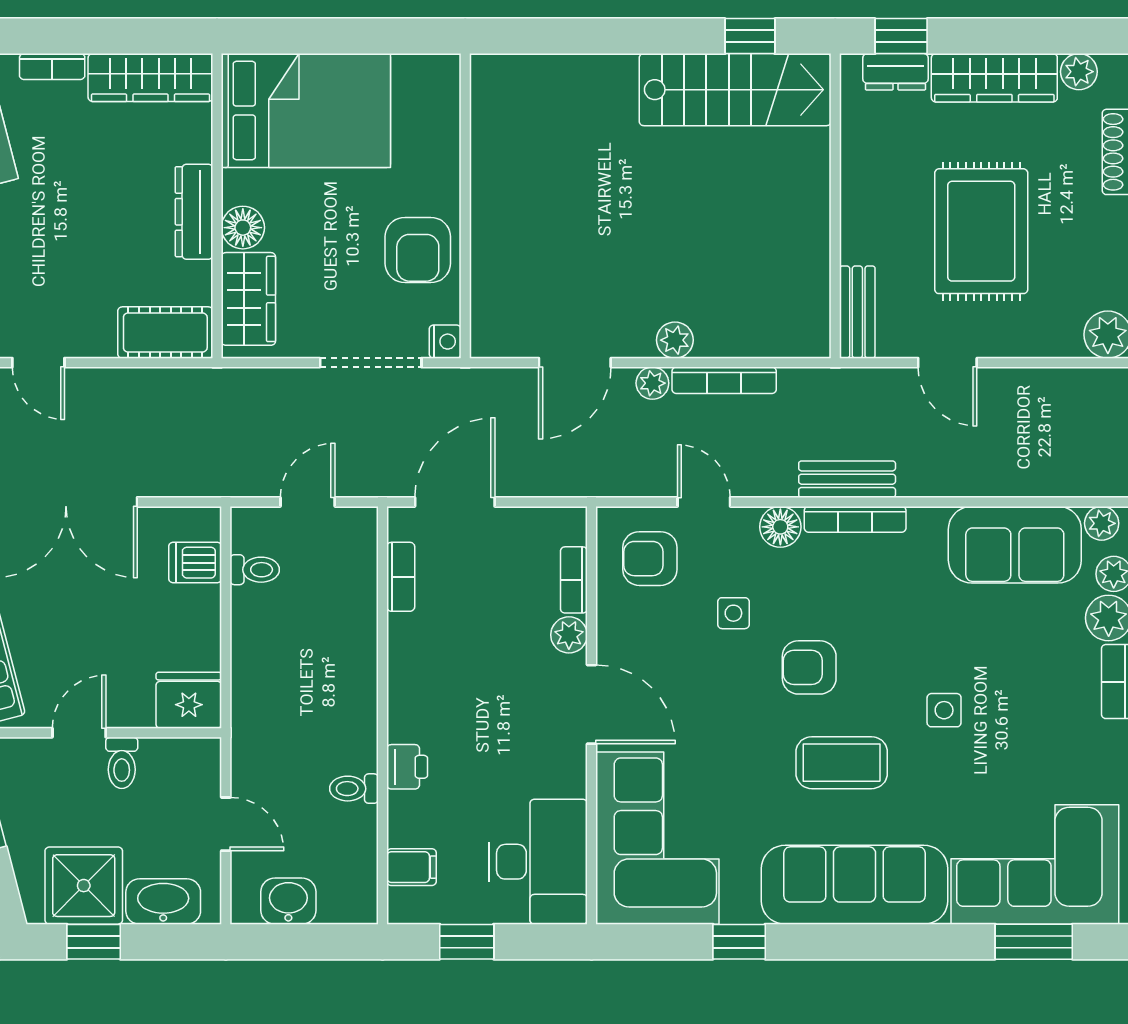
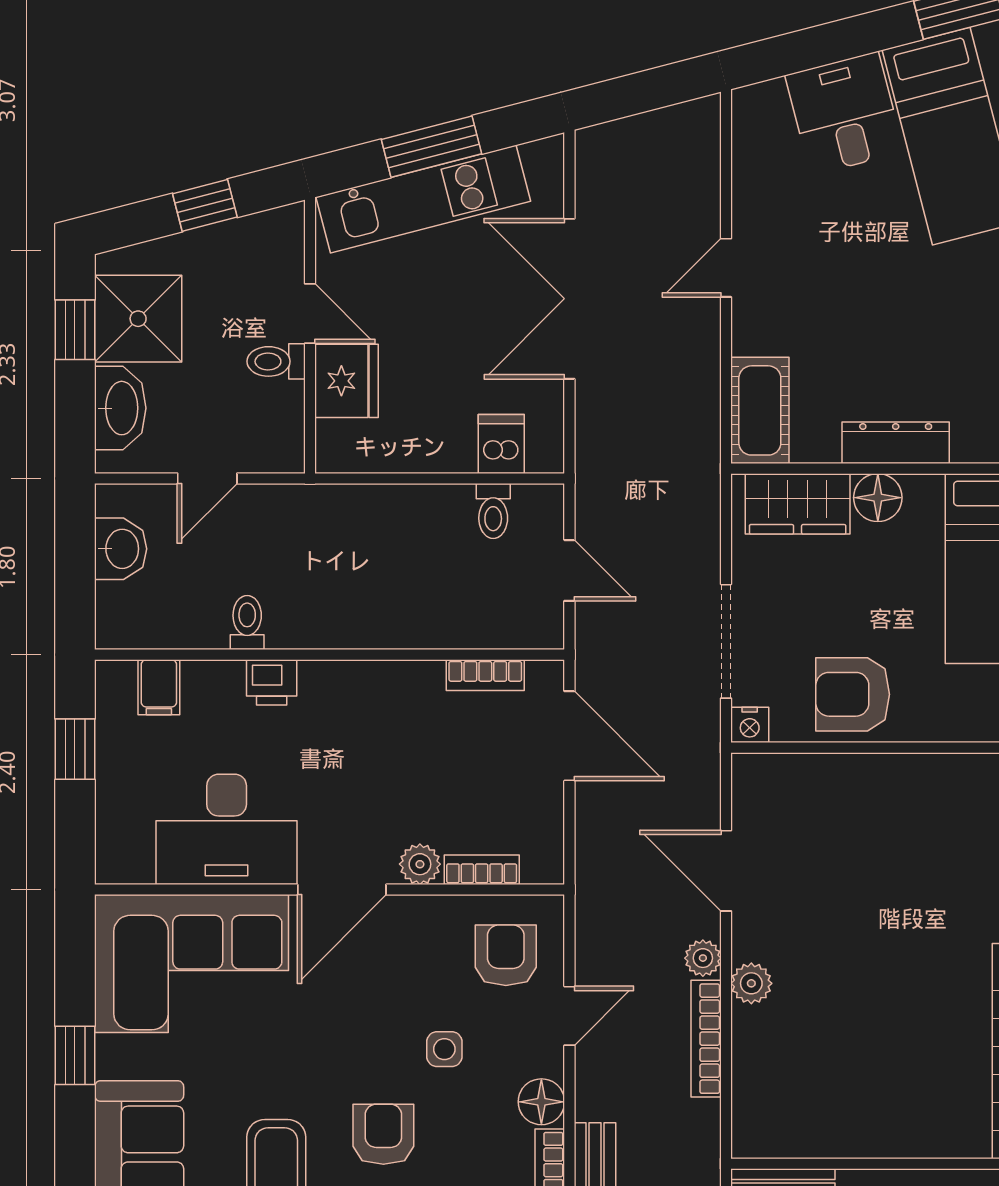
fridge: (189, 700) -> (346, 381), moved
desk: (538, 862) -> (227, 829), moved

